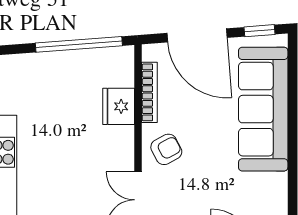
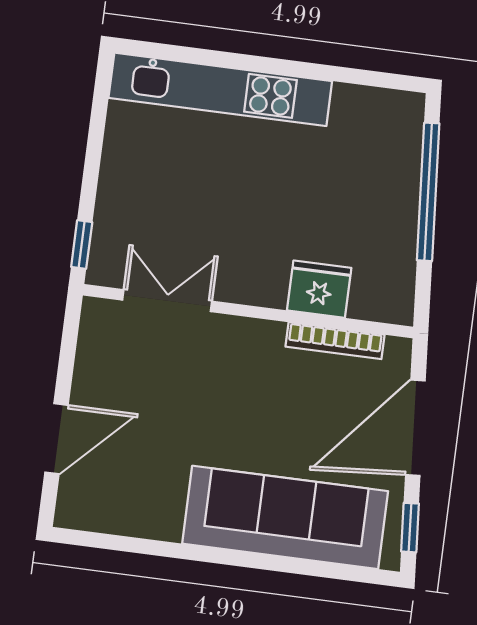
window: (79, 44) -> (428, 192), moved
armchair: (166, 149) -> (241, 356), removed

